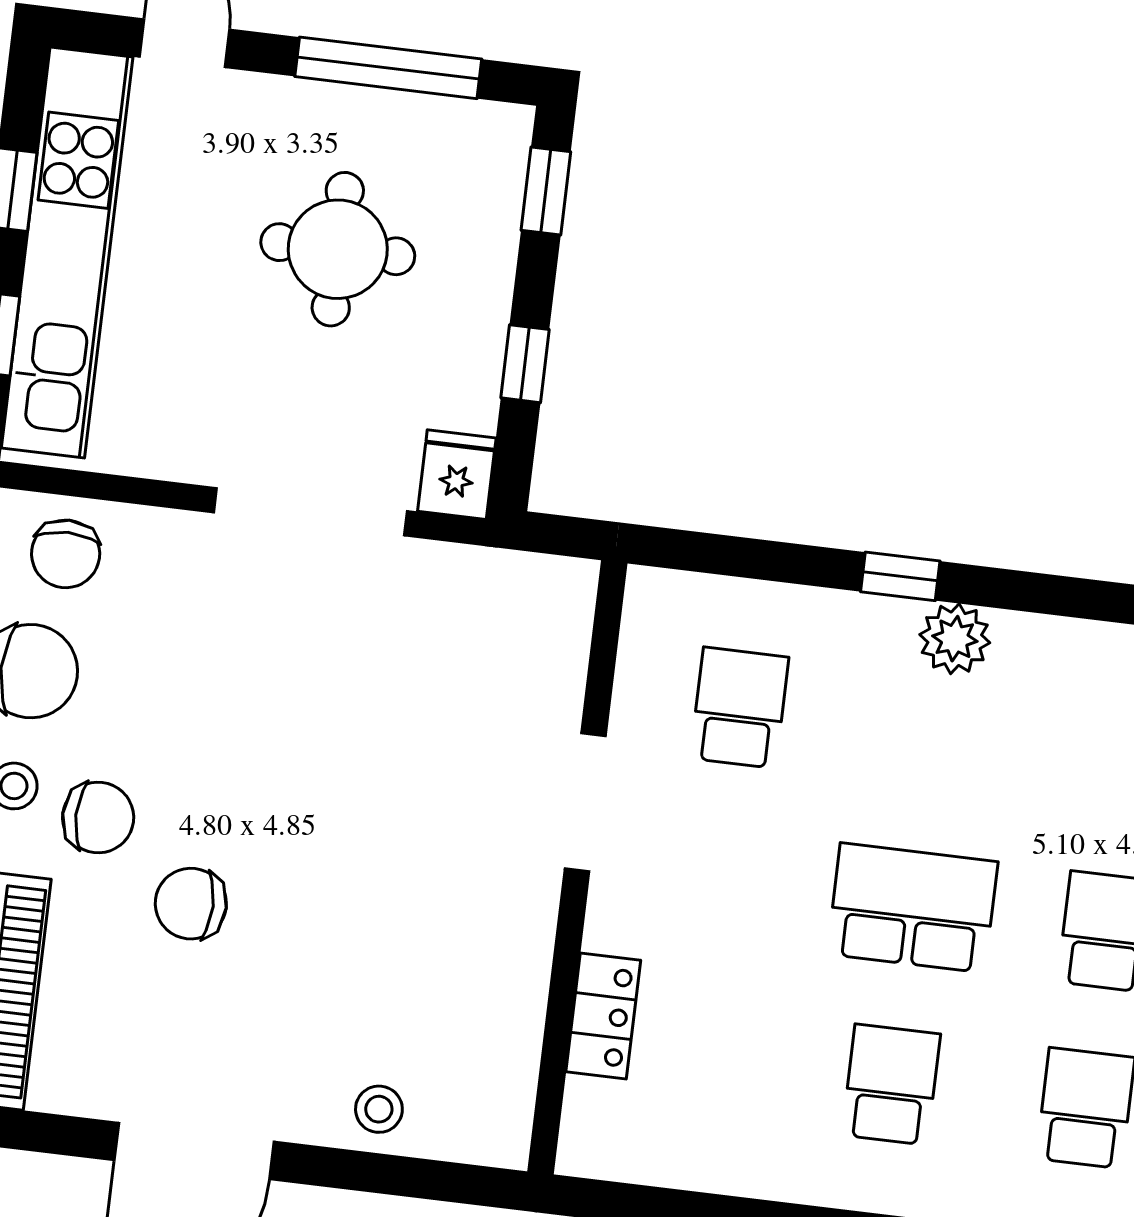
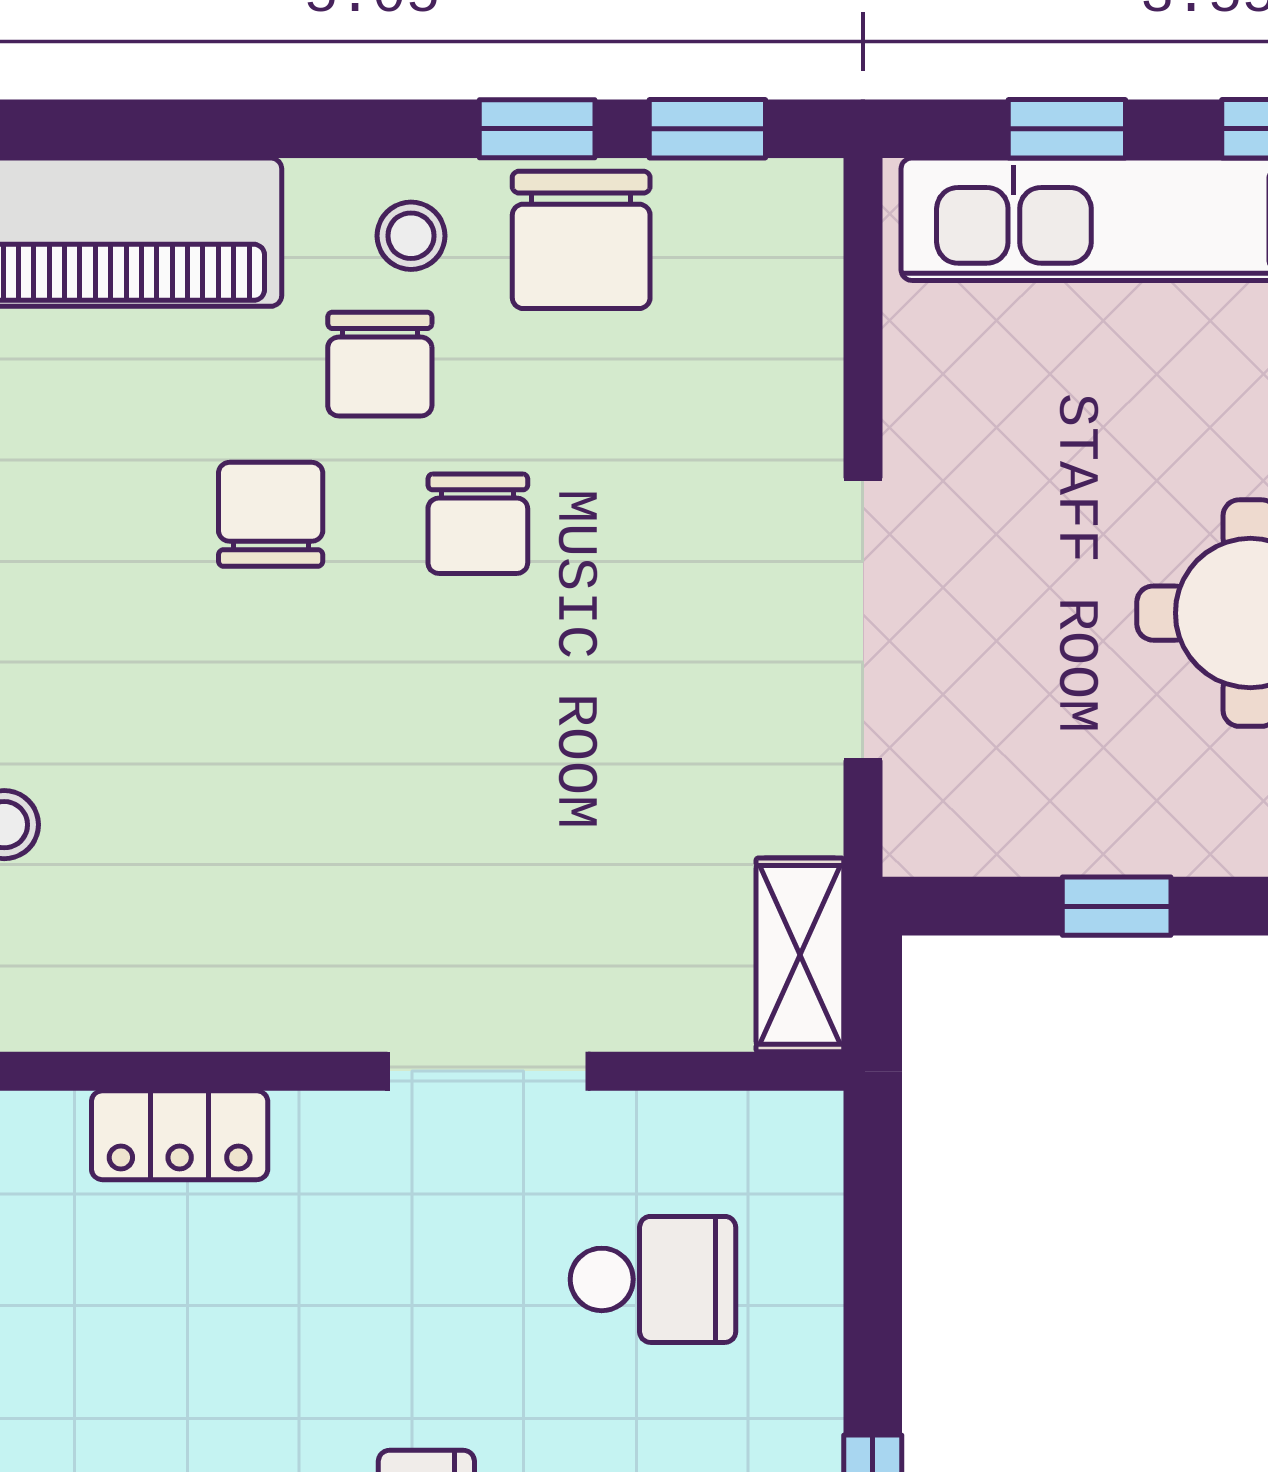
fridge: (457, 475) -> (943, 826), removed
chair: (66, 554) -> (478, 524), moved, turned -90
shelving: (532, 582) -> (800, 955), added

